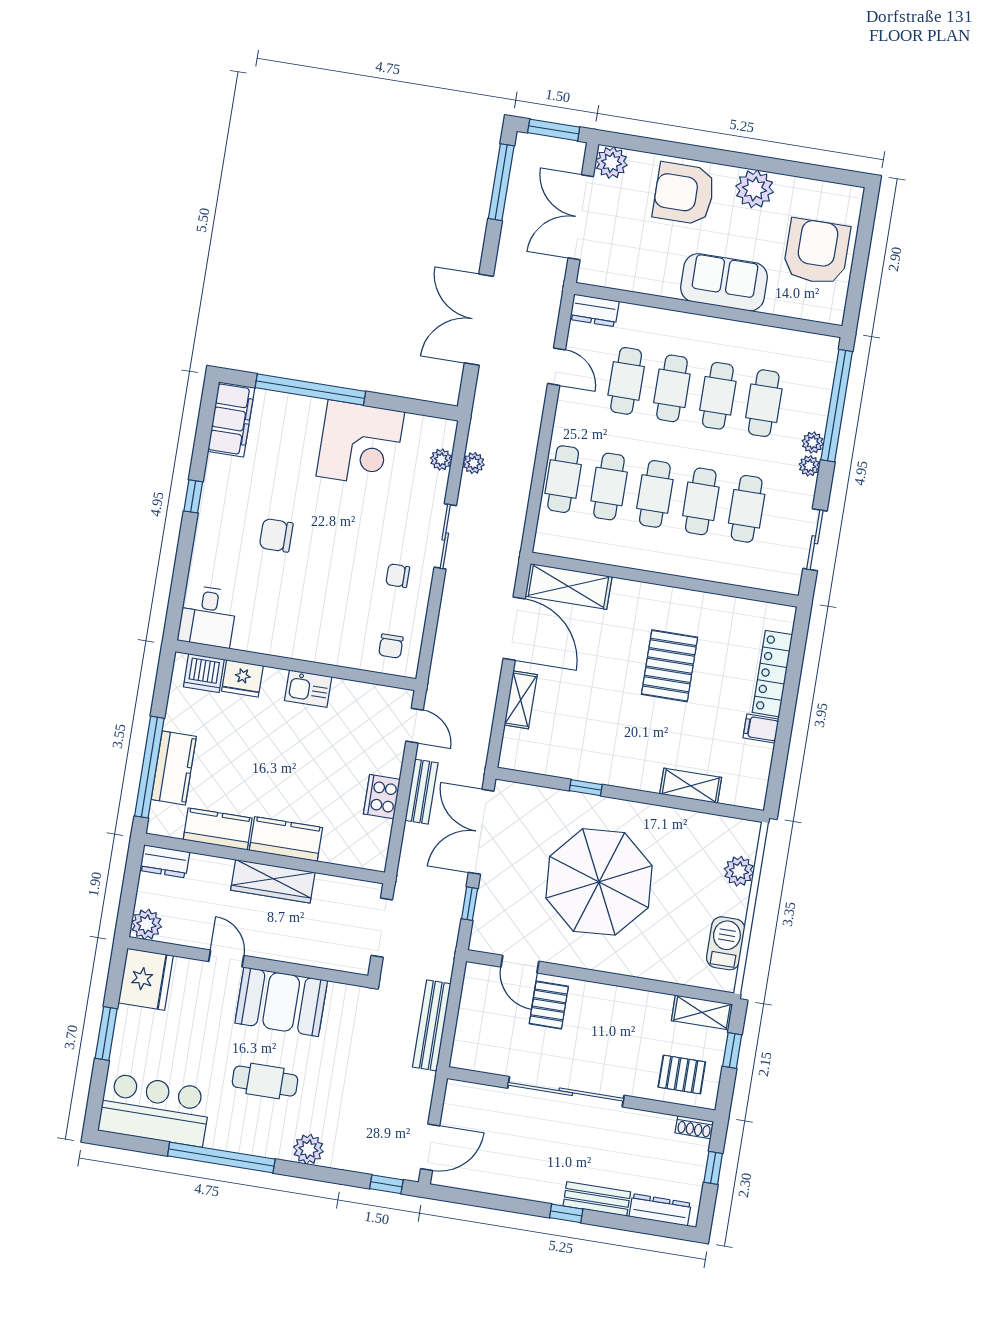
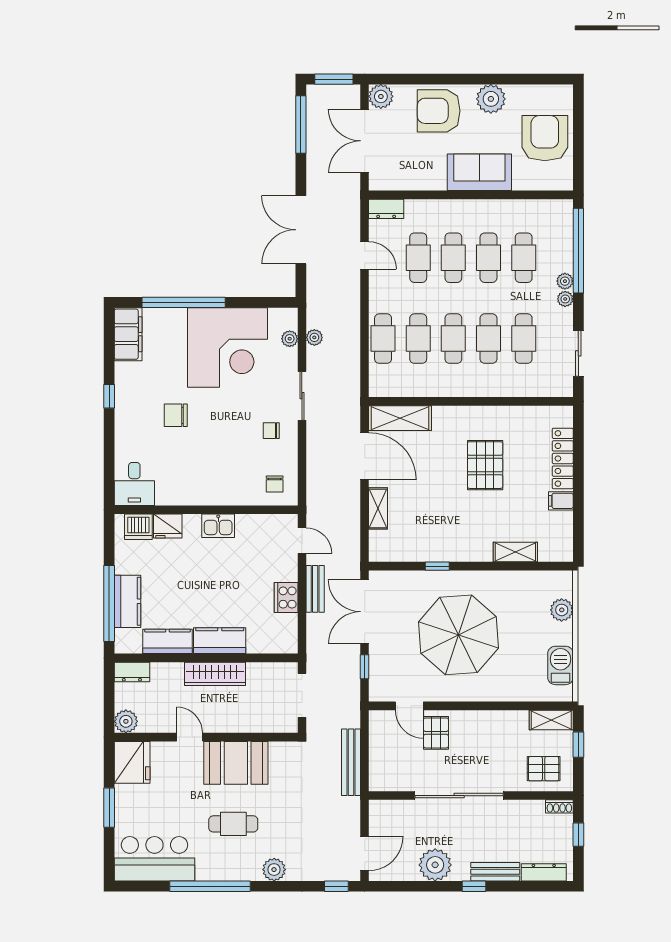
corner desk: (360, 444) -> (227, 347), width x1.36, depth x1.36
plant: (520, 1177) -> (435, 865), added

